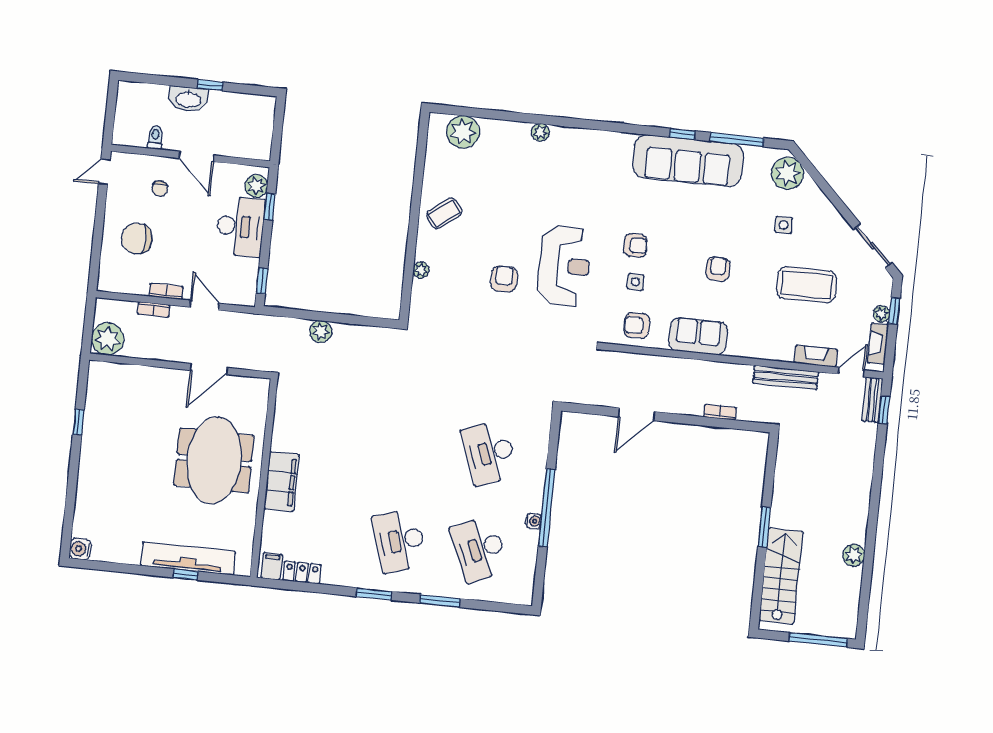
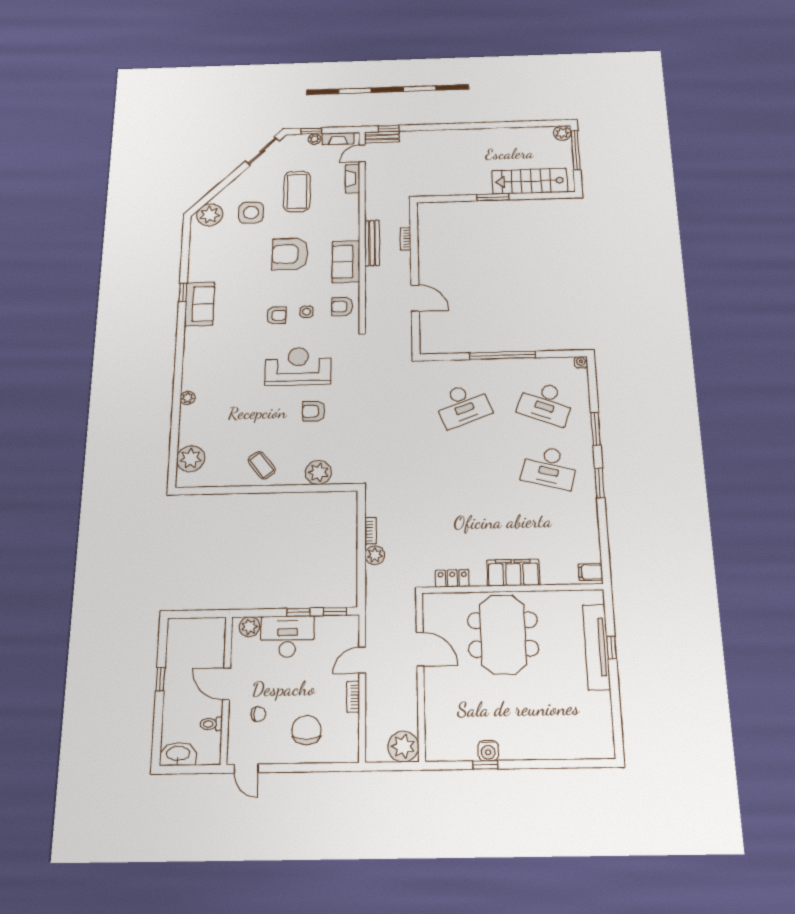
washbasin: (188, 99) -> (178, 754), moved, turned -90
window: (737, 140) -> (185, 253), removed
door: (196, 157) -> (227, 684), swing flipped
sofa: (688, 161) -> (200, 304), width x0.54, depth x0.79
window: (270, 207) -> (298, 612), moved
side table: (784, 225) -> (251, 213), width x1.87, depth x1.87
chair: (137, 239) -> (306, 730), turned 180
armchair: (636, 245) -> (276, 315), turned 90
armchair: (718, 269) -> (290, 254), width x1.88, depth x1.88
plant: (421, 270) -> (318, 472), width x1.87, depth x1.87
bookcase: (154, 310) -> (371, 531), moved
armchair: (637, 325) -> (342, 307), turned 90
door: (851, 372) -> (362, 153), hinge flipped
bench: (786, 378) -> (372, 243), moved
meeting table: (214, 460) -> (503, 634), turned 90
water cooler: (534, 521) -> (581, 362), moved
desk: (400, 541) -> (550, 467), turned 33
water cooler: (80, 549) -> (488, 751), moved
desk: (480, 549) -> (546, 403), turned 45
plant: (854, 555) -> (562, 133), moved
locker: (302, 572) -> (452, 578), moved, turned 90

